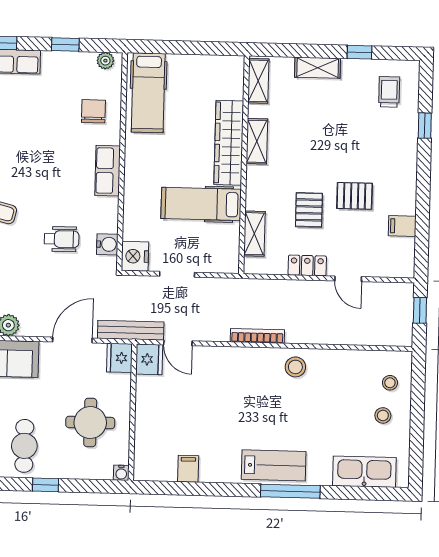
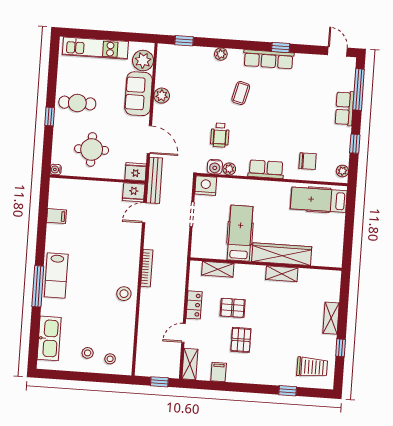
shelving: (258, 81) -> (190, 364), moved, turned 90
trolley: (389, 92) -> (312, 367), width x1.36, depth x1.39
plant: (109, 223) -> (229, 169), added

